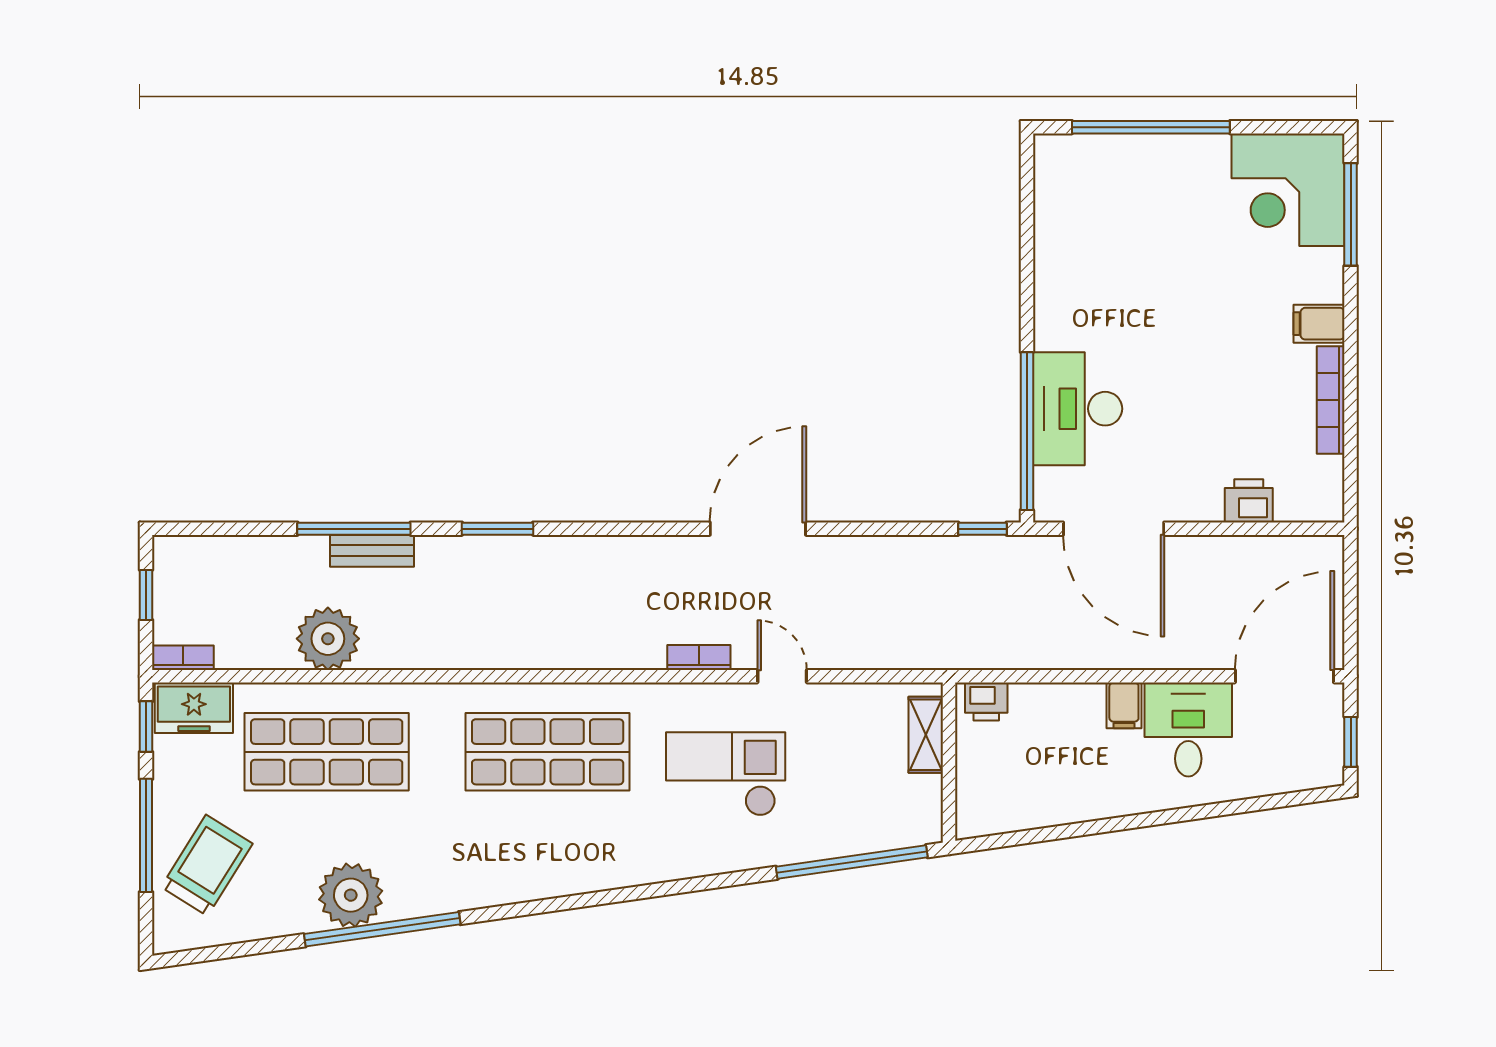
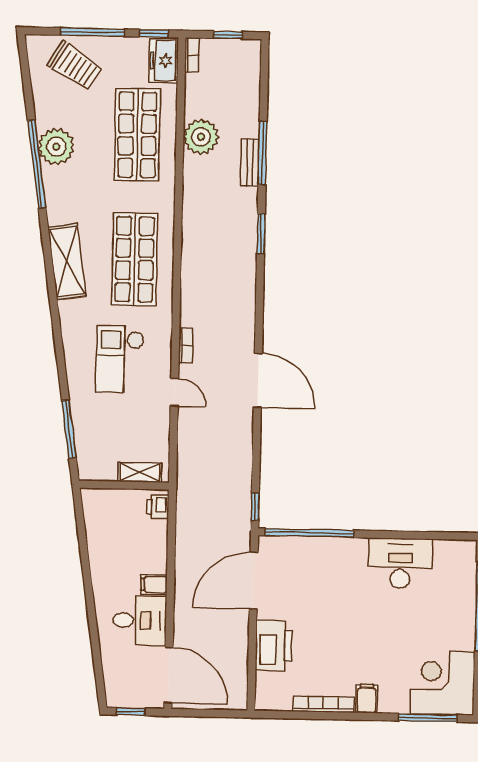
desk: (1078, 409) -> (400, 563), moved
printer: (1249, 501) -> (274, 645), width x1.87, depth x1.48
door: (782, 676) -> (174, 392), hinge flipped
checkout: (726, 774) -> (120, 359), turned 180
window: (852, 862) -> (69, 429), width x0.68
shelving: (554, 872) -> (67, 262), added

